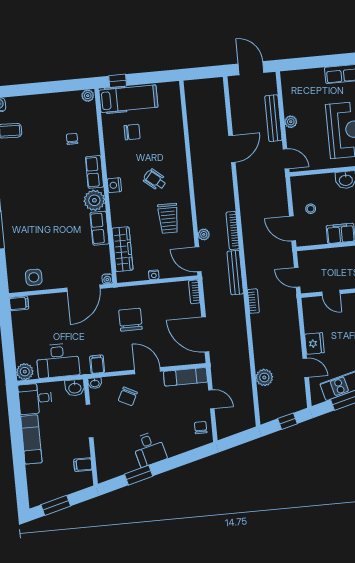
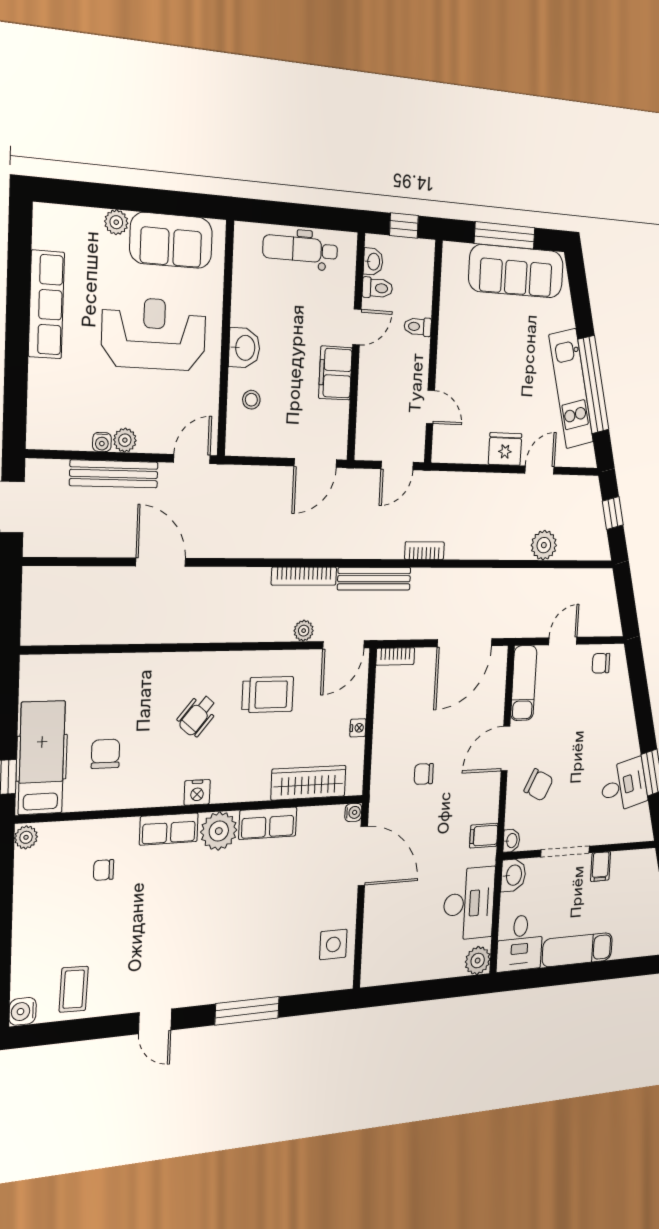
water cooler: (288, 110) -> (102, 442), added
stool: (311, 209) -> (251, 400), moved
door: (331, 293) -> (430, 407), hinge flipped
filing cabinet: (19, 303) -> (372, 971), removed
chair: (130, 320) -> (424, 774), width x0.54, depth x0.54
desk: (149, 449) -> (624, 786), moved
filing cabinet: (83, 465) -> (601, 867), moved

